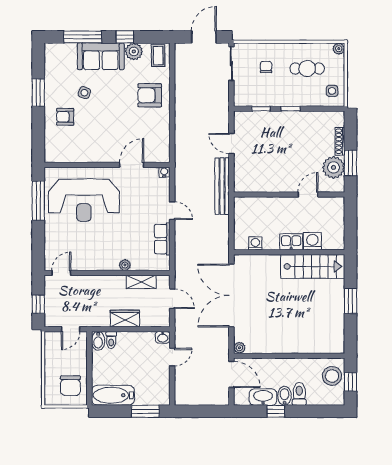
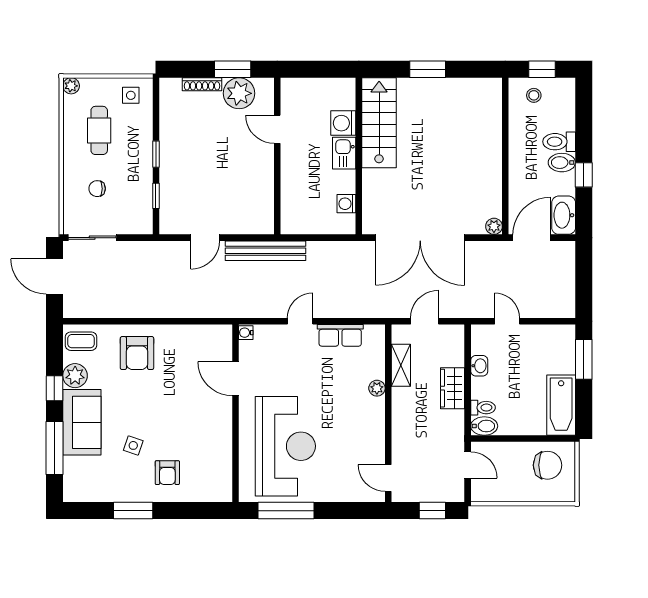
washbasin: (163, 337) -> (479, 366), moved
stool: (332, 376) -> (534, 95), width x0.53, depth x0.53
washbasin: (263, 397) -> (564, 215), moved

